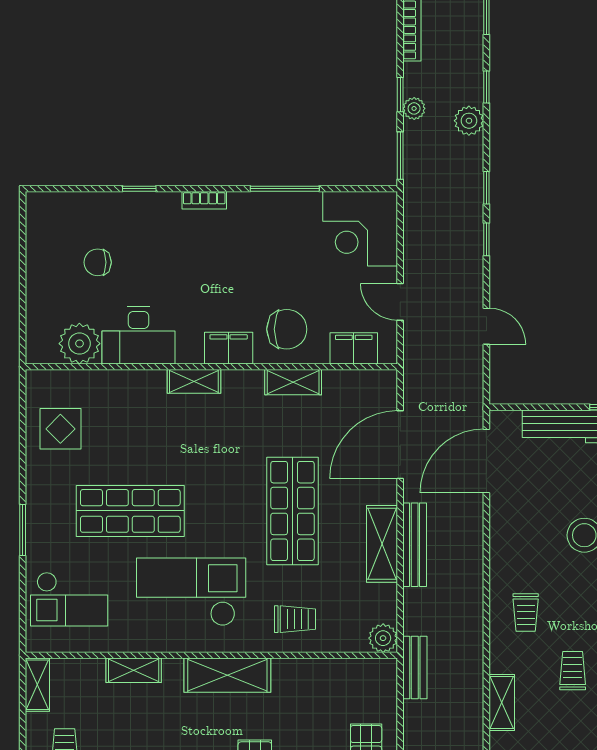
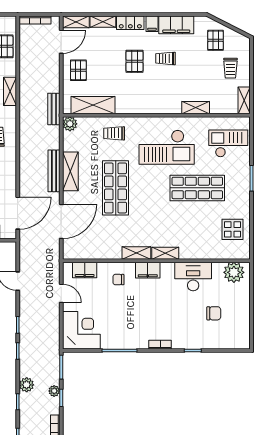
chair: (287, 329) -> (118, 280), width x0.54, depth x0.54
plant: (79, 344) -> (234, 272), moved
shelving: (293, 382) -> (136, 253), moved
shelving: (227, 675) -> (93, 105), moved

